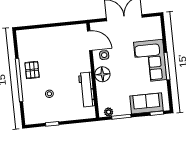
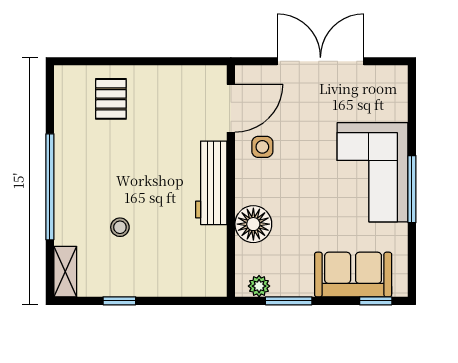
door: (90, 41) -> (231, 108), hinge flipped
pallet: (32, 70) -> (111, 99), moved
floor lamp: (102, 74) -> (253, 224), moved
workbench: (87, 90) -> (211, 183), moved
shelving: (29, 114) -> (65, 272), added

